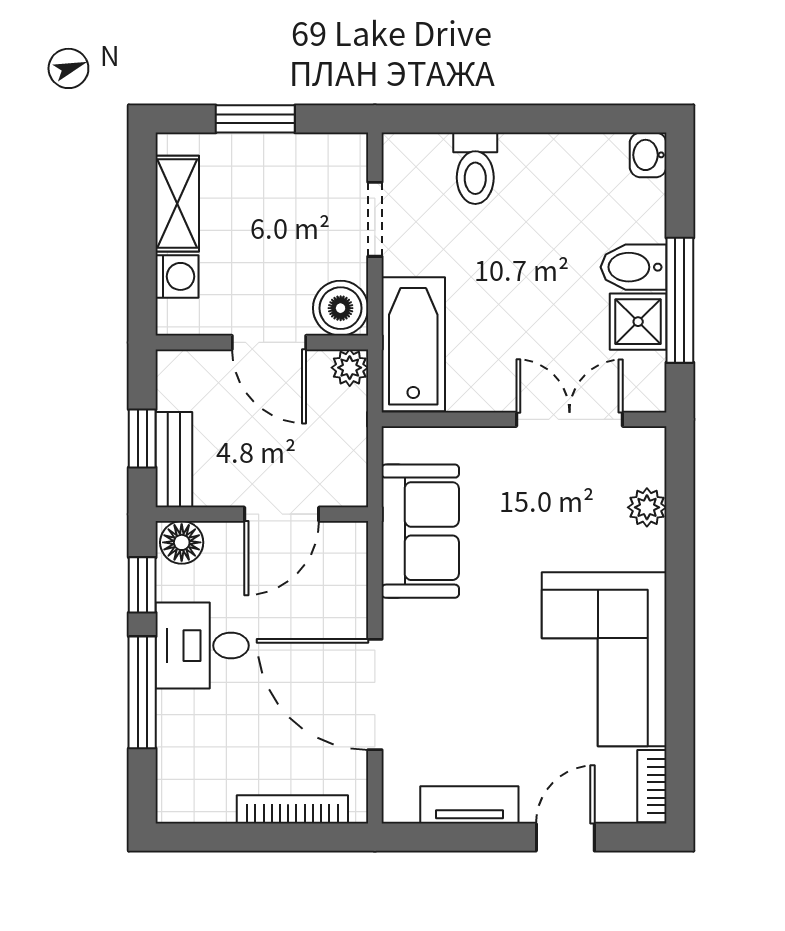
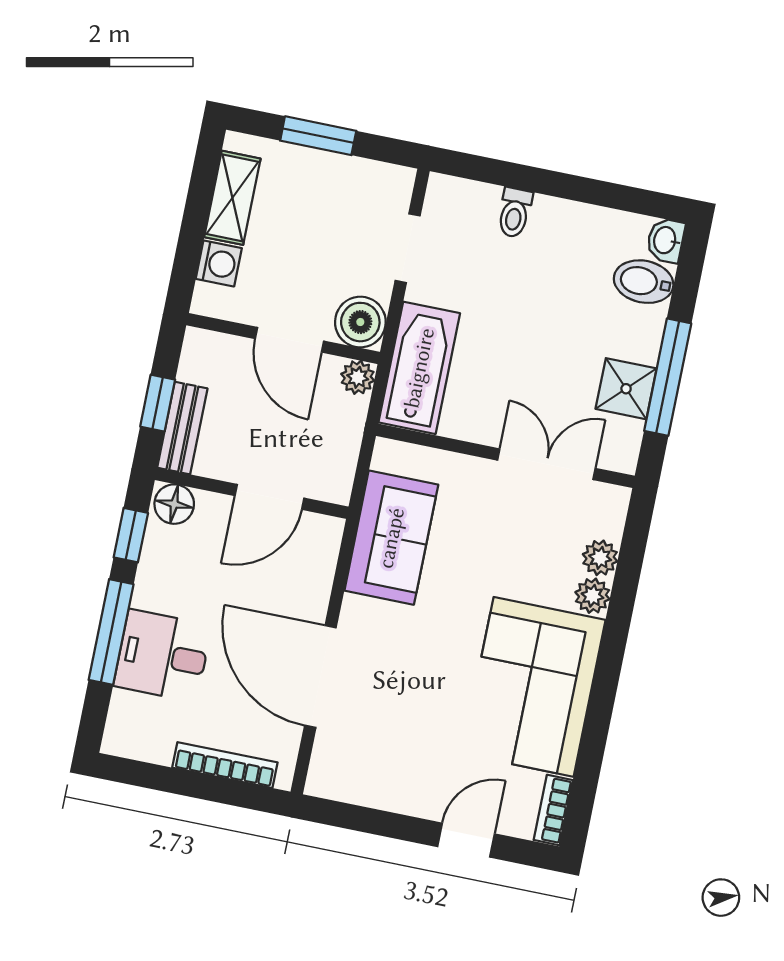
toilet: (475, 168) -> (515, 213), width x0.73, depth x0.72
bidet: (634, 267) -> (644, 282), moved
plant: (647, 549) -> (592, 596), added
desk: (202, 646) -> (163, 656), moved
tv unit: (469, 805) -> (385, 793), removed

